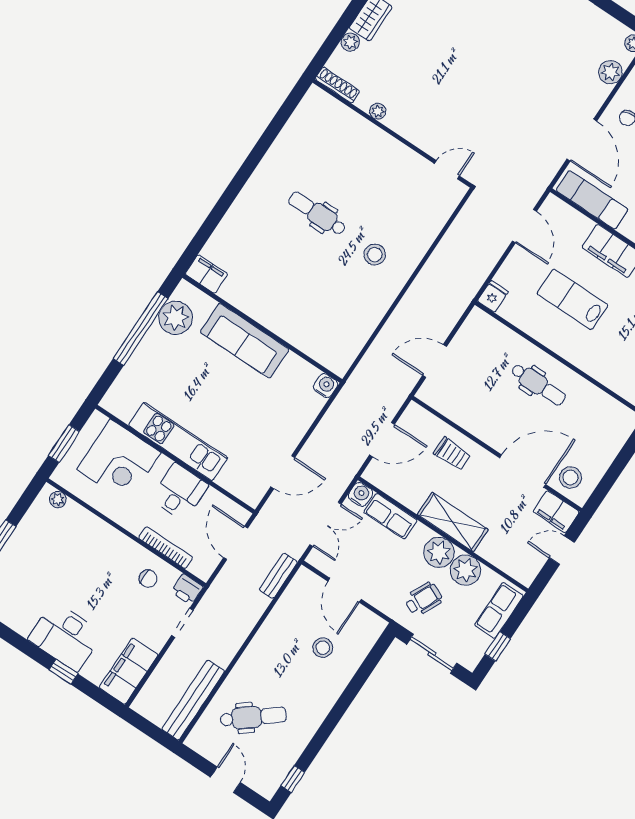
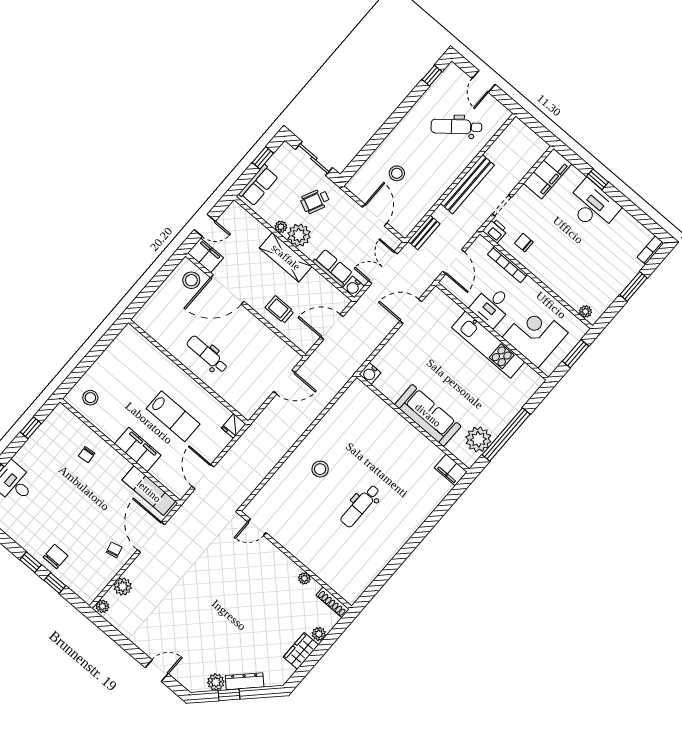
dental chair: (317, 213) -> (360, 506), turned 90
plant: (466, 570) -> (281, 227), width x0.53, depth x0.53
bench: (193, 700) -> (467, 184), moved

